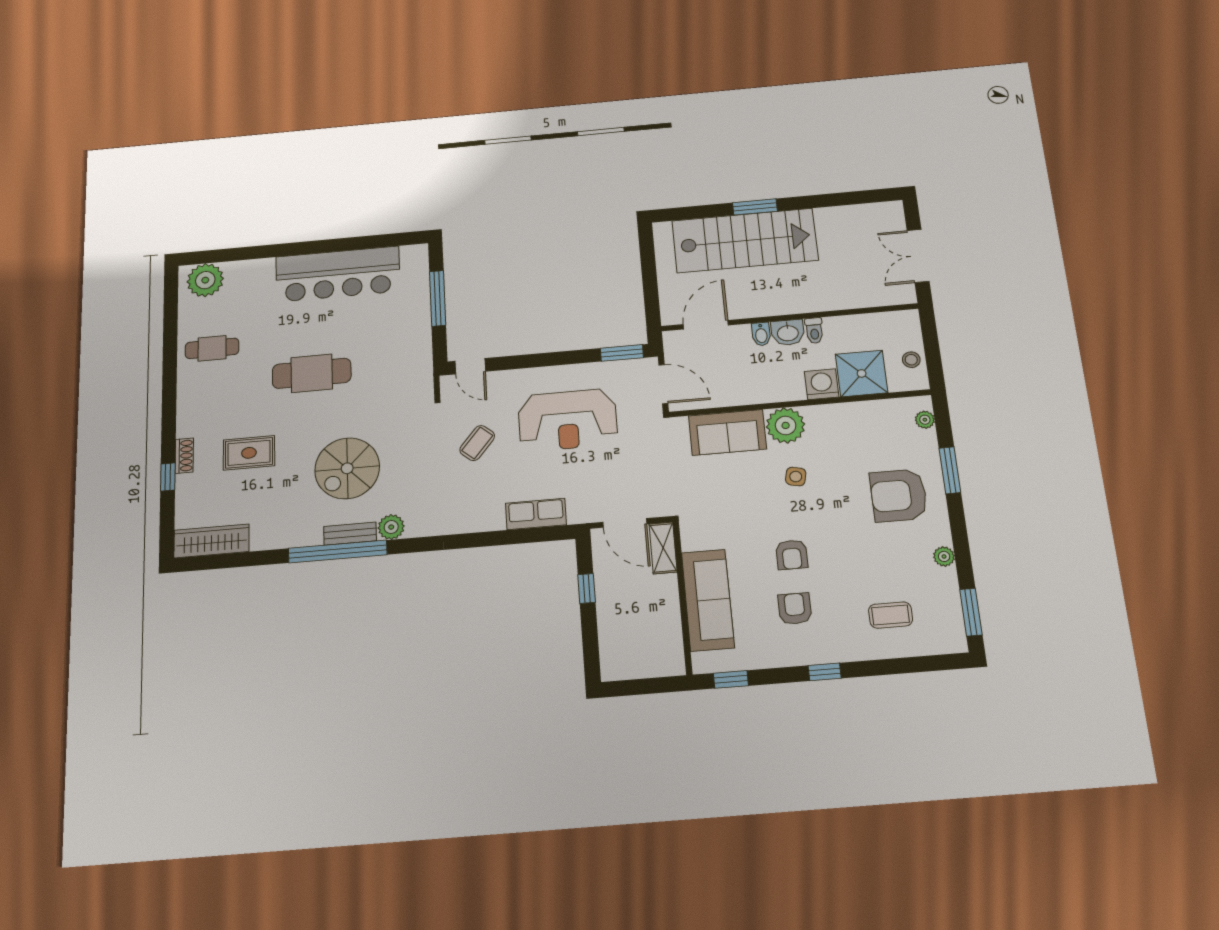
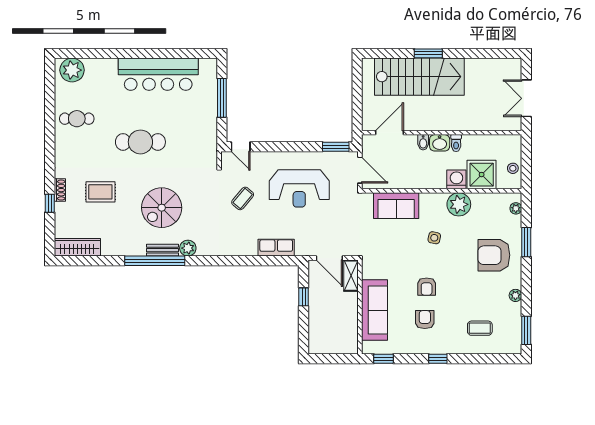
plant: (786, 425) -> (459, 204), moved

